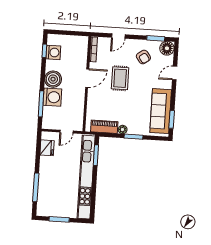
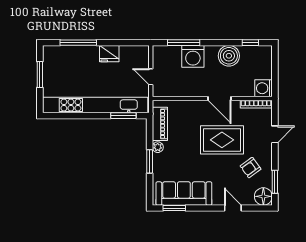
door: (118, 36) -> (275, 134), swing flipped
washing machine: (53, 52) -> (263, 88), moved, turned 90
rug: (120, 78) -> (222, 140), width x1.36, depth x1.43
boiler: (53, 79) -> (229, 56), moved
fridge: (47, 148) -> (109, 54), moved

